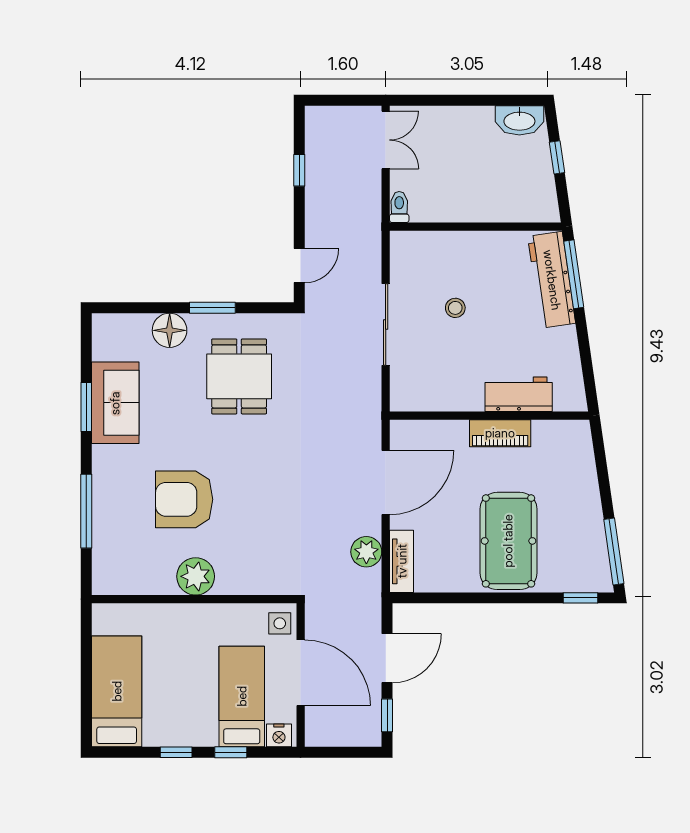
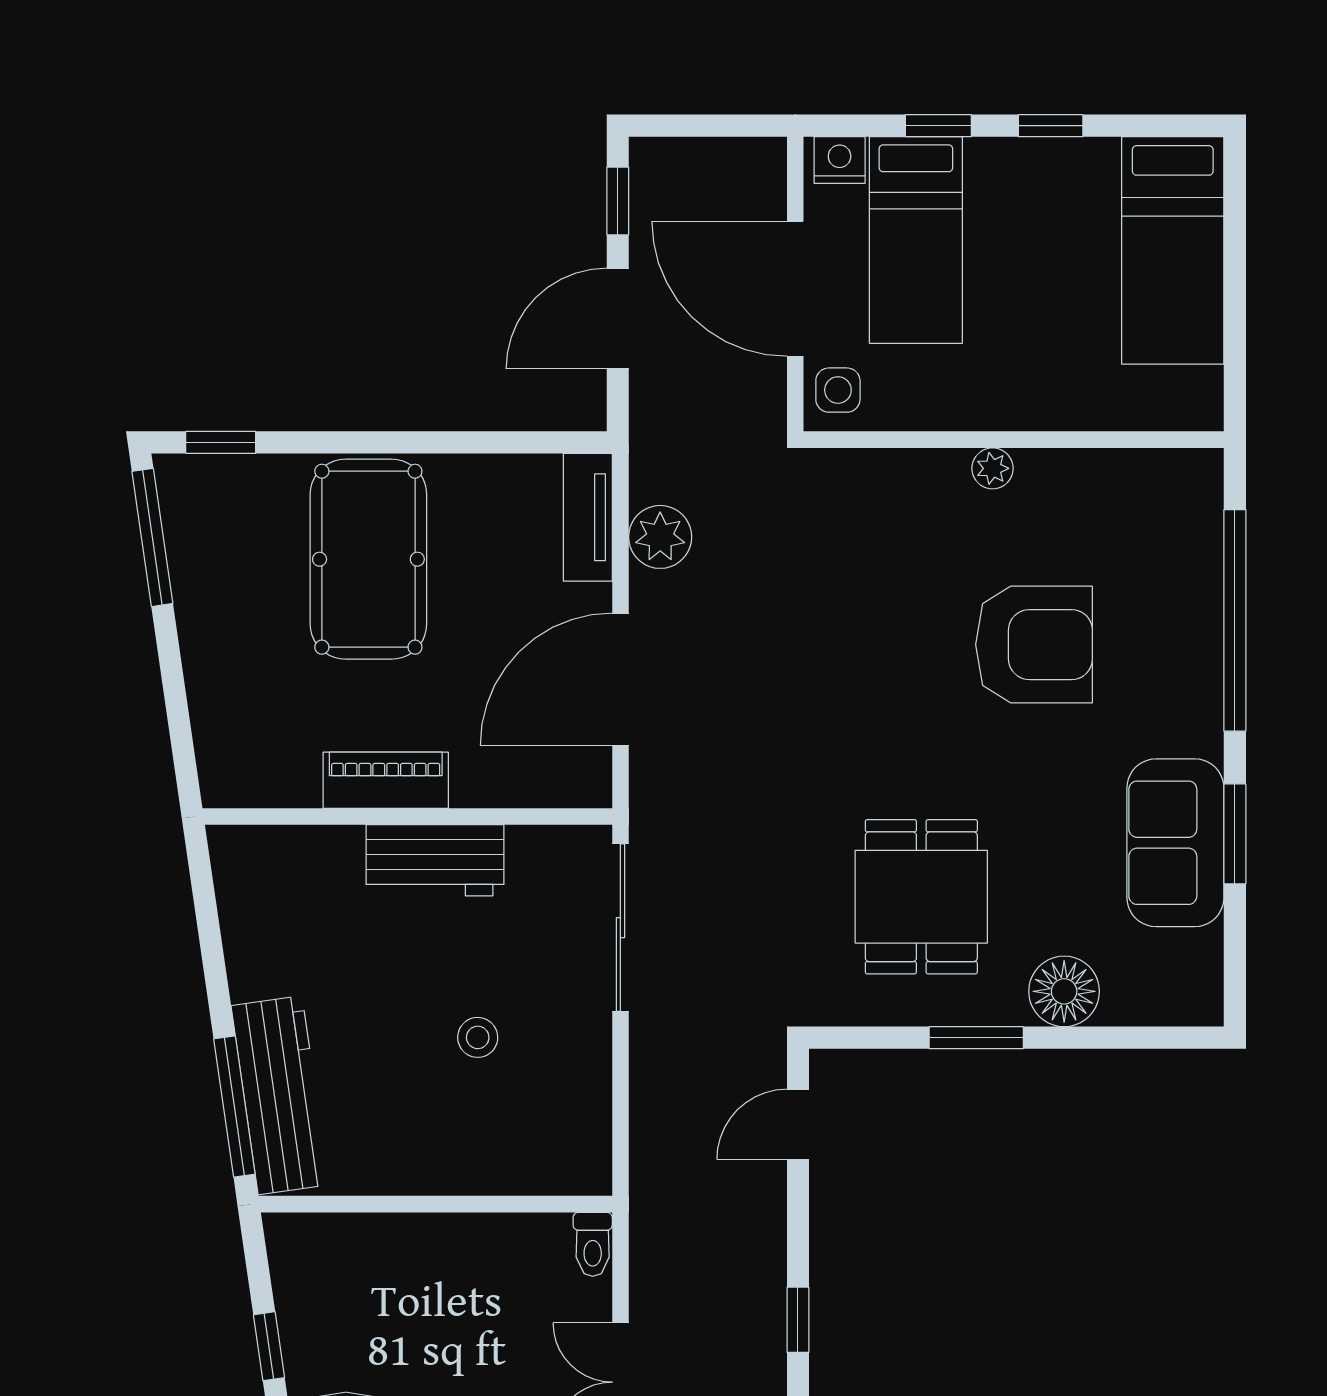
sliding door: (386, 325) -> (620, 928), moved
workbench: (519, 394) -> (435, 860), moved
window: (86, 511) -> (1235, 620), width x1.46
plant: (196, 576) -> (993, 468), width x0.53, depth x0.53

